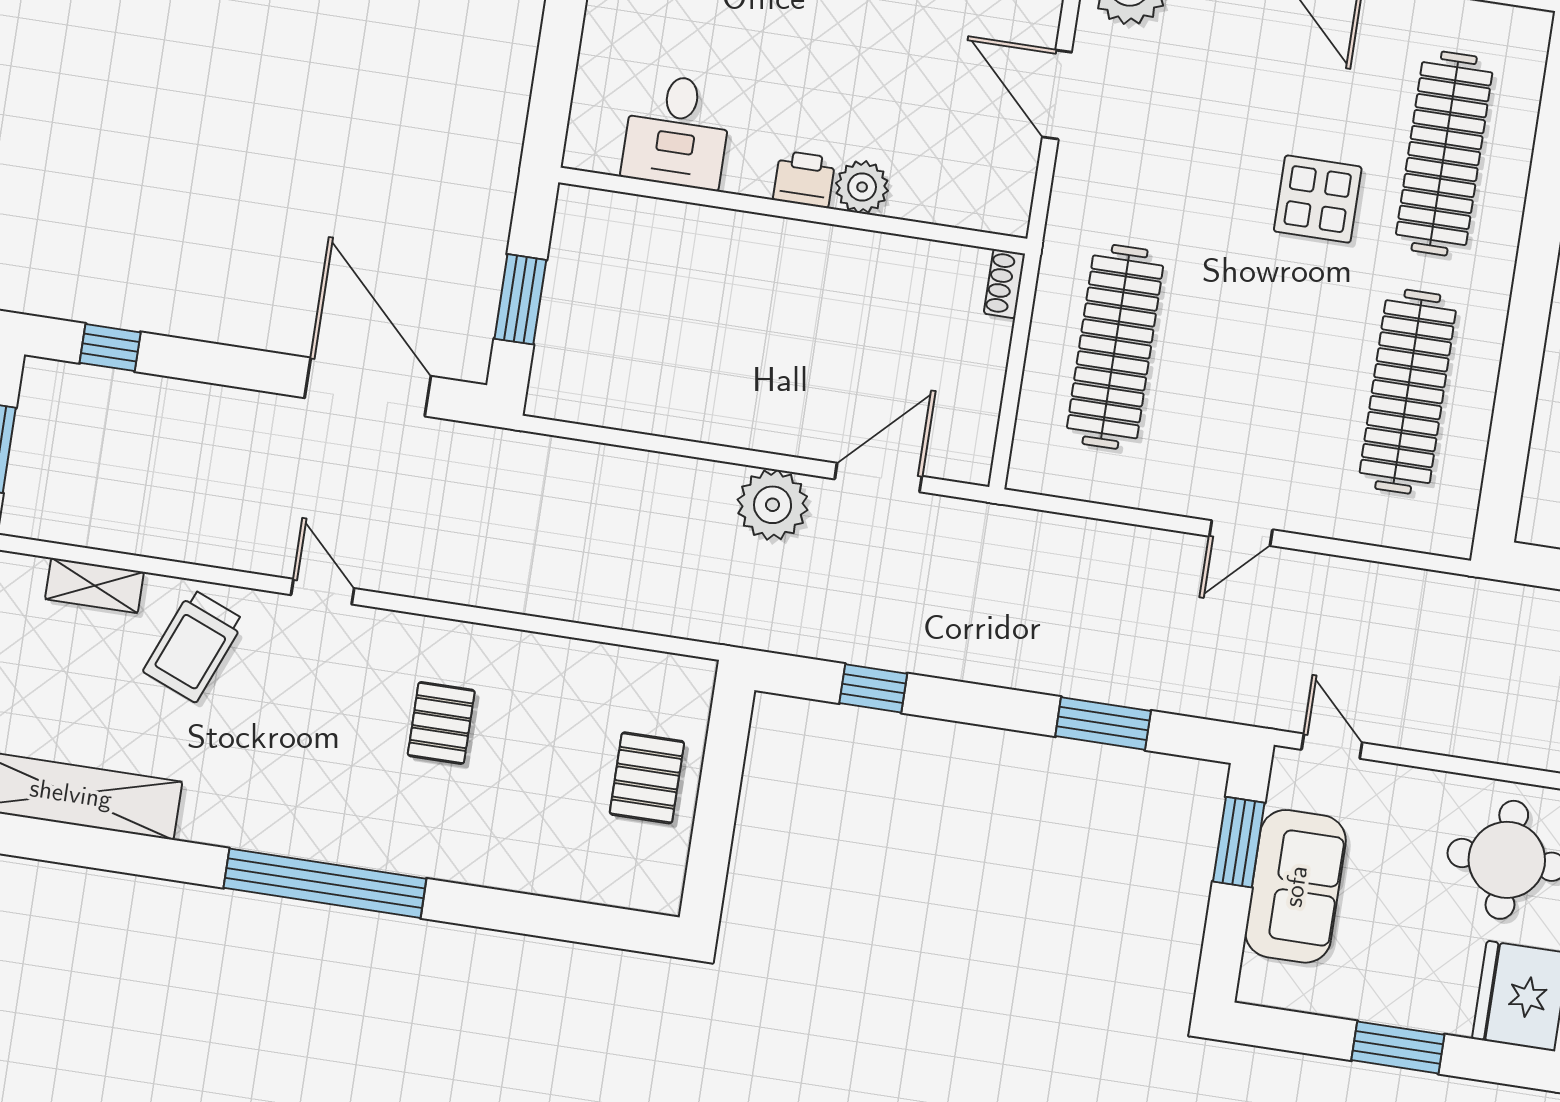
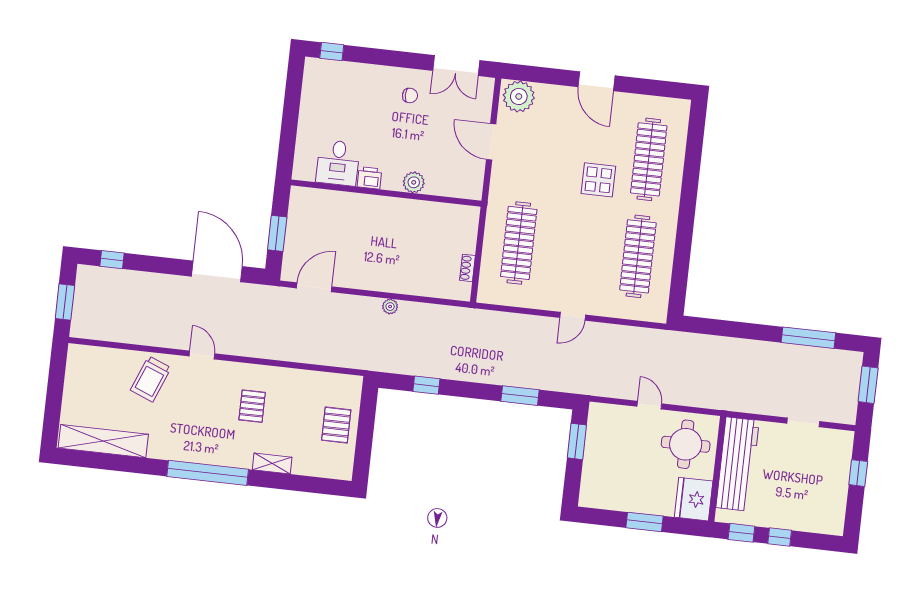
printer: (804, 179) -> (369, 178), moved
shoe rack: (1004, 284) -> (467, 268), moved
door: (878, 478) -> (314, 287), moved
plant: (773, 505) -> (390, 307), width x0.53, depth x0.53
shelving: (94, 586) -> (272, 464), moved
door: (1332, 746) -> (649, 405), moved
sofa: (1296, 886) -> (601, 458), removed

